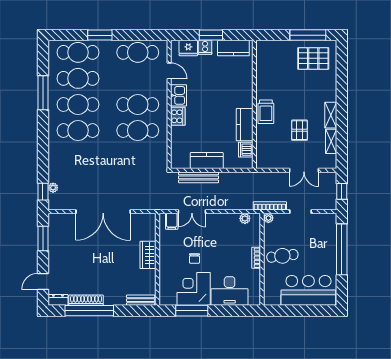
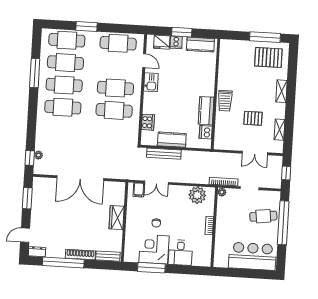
shelving: (331, 115) -> (281, 91), moved
cooker: (178, 116) -> (148, 122), moved
pallet: (300, 130) -> (253, 118), turned 90
plant: (245, 218) -> (197, 195), width x1.87, depth x1.87
cafe table: (282, 256) -> (263, 216), moved
desk: (230, 291) -> (180, 253), width x0.73
shoe rack: (86, 300) -> (80, 254), moved

